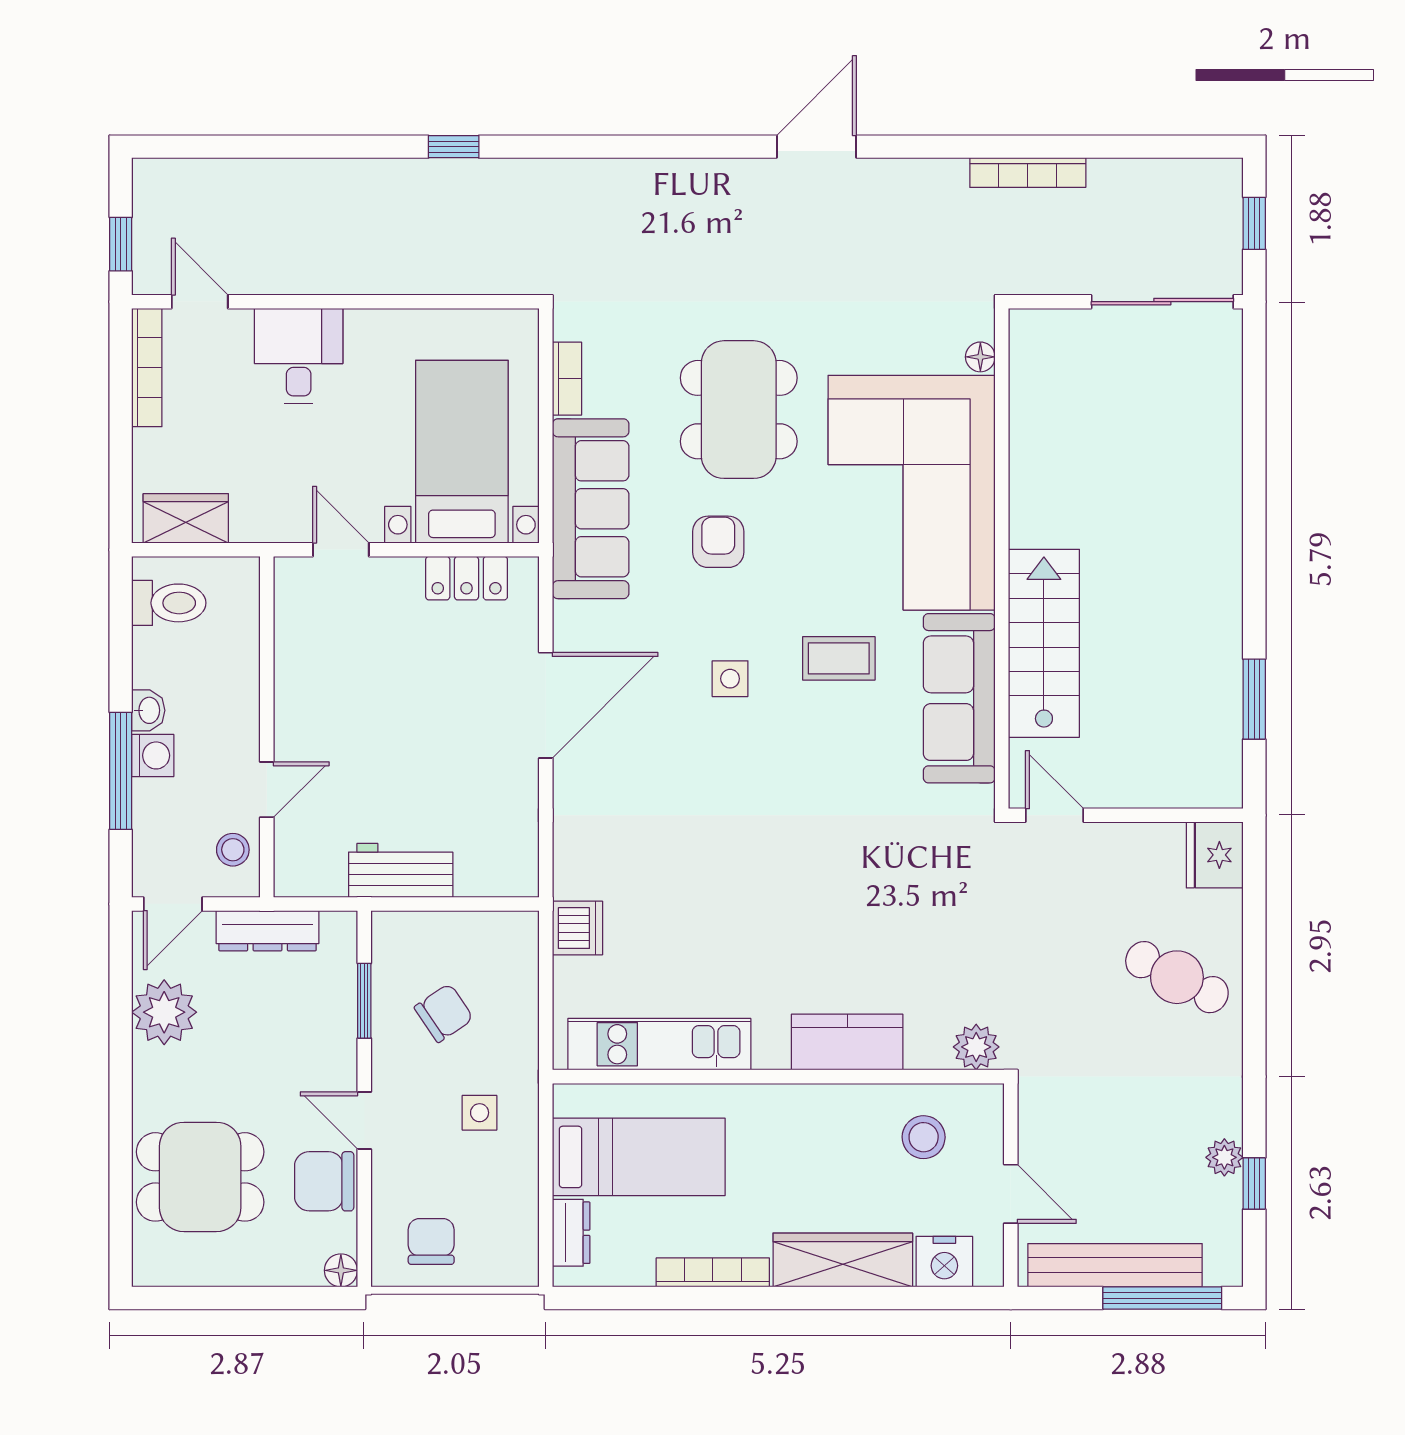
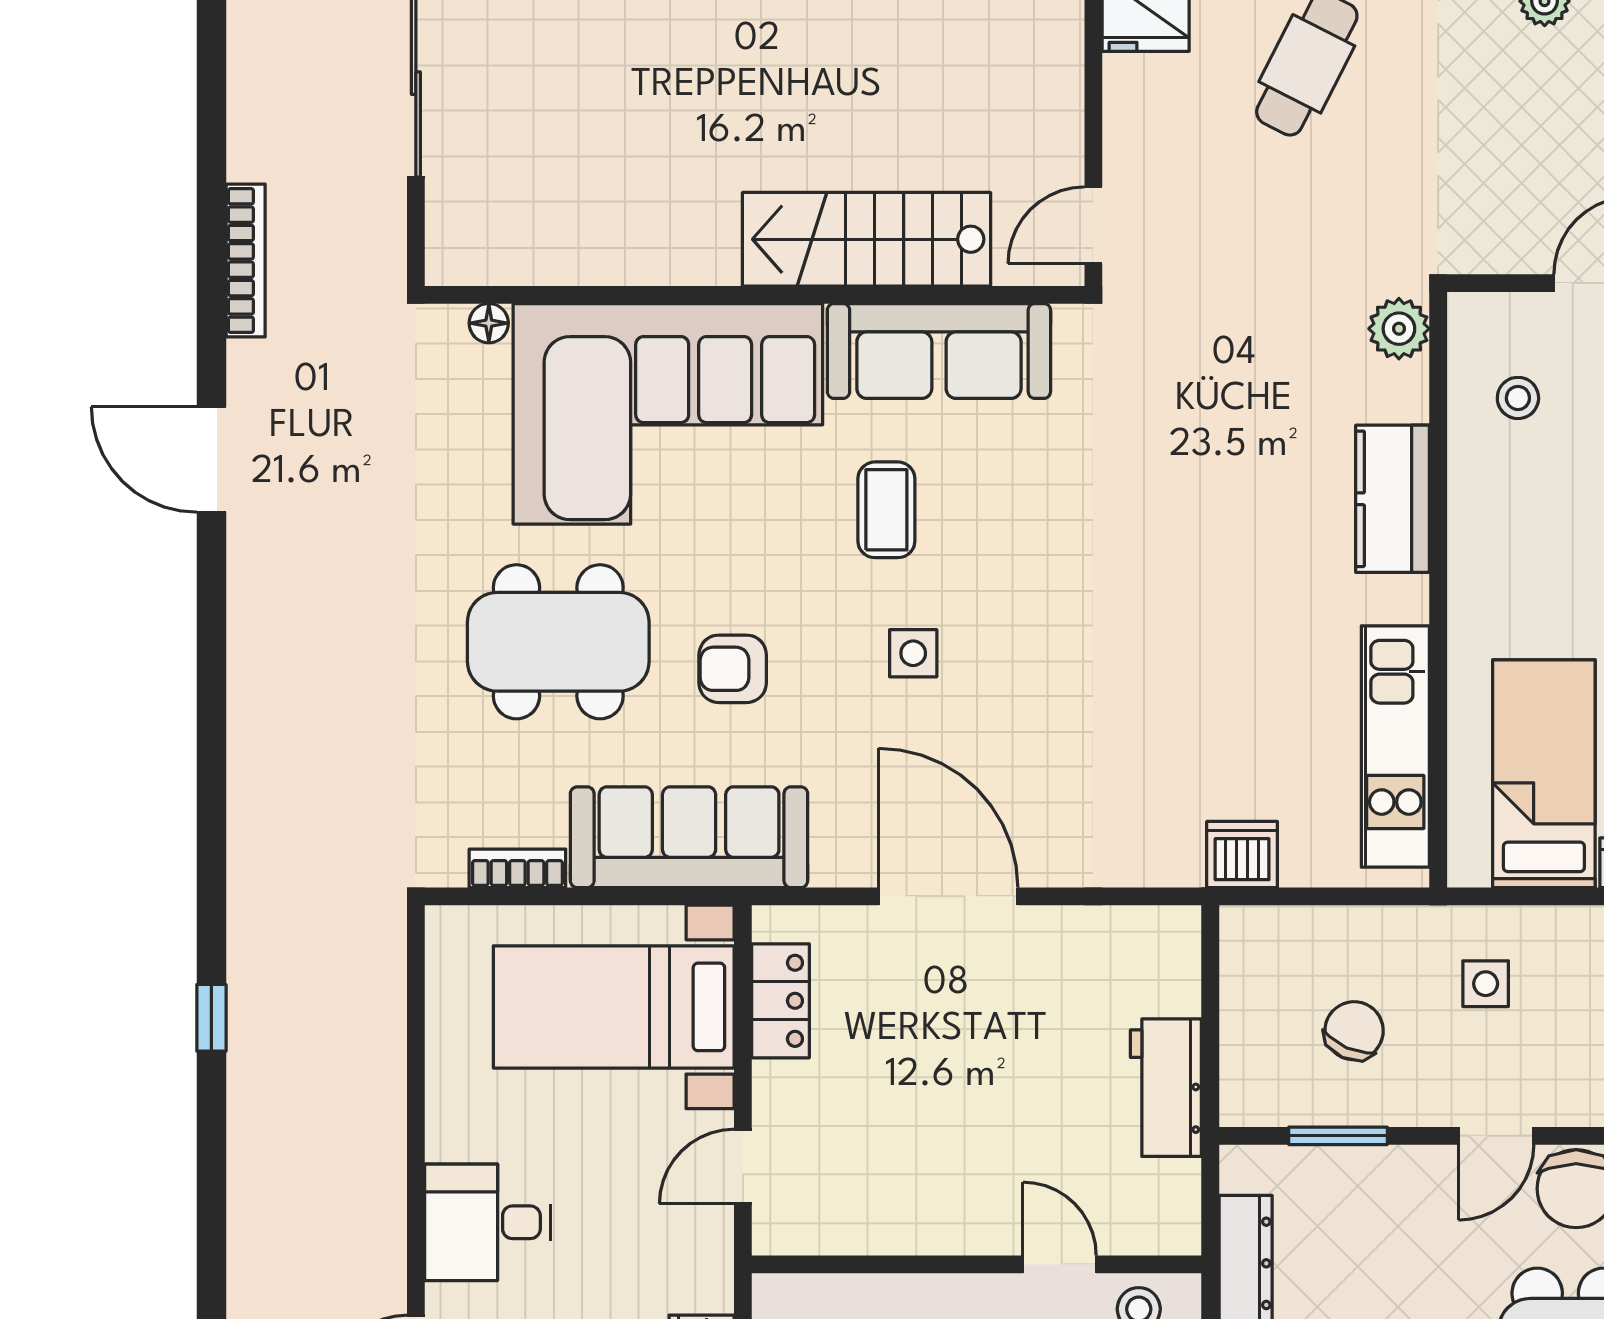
door: (816, 147) -> (211, 459), moved
chair: (444, 1013) -> (1354, 1031), turned 58
stool: (924, 1137) -> (1518, 398), width x0.73, depth x0.73

